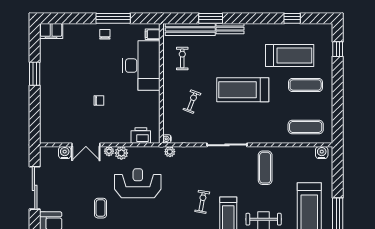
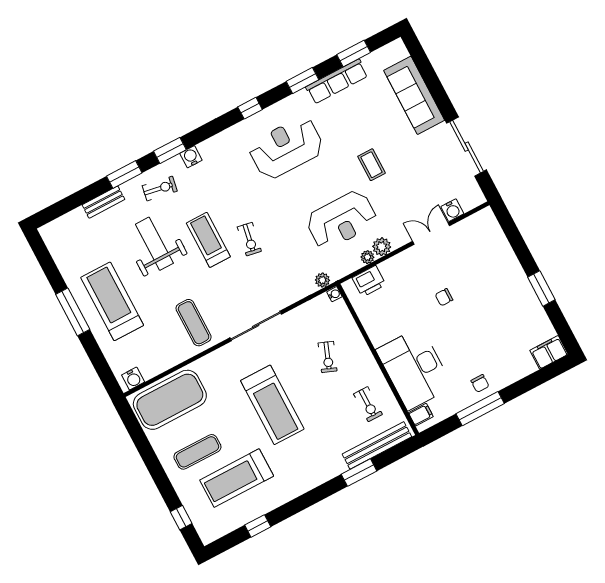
bench: (230, 29) -> (328, 472), removed
treadmill: (243, 90) -> (272, 405), turned 90
exercise mat: (306, 127) -> (170, 400), width x2.00, depth x1.45
plant: (109, 151) -> (367, 257), moved

